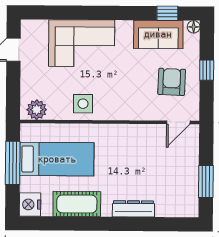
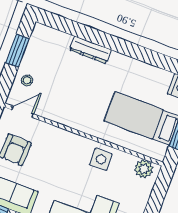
stool: (185, 155) -> (27, 80), added
cot: (77, 204) -> (139, 72), removed

